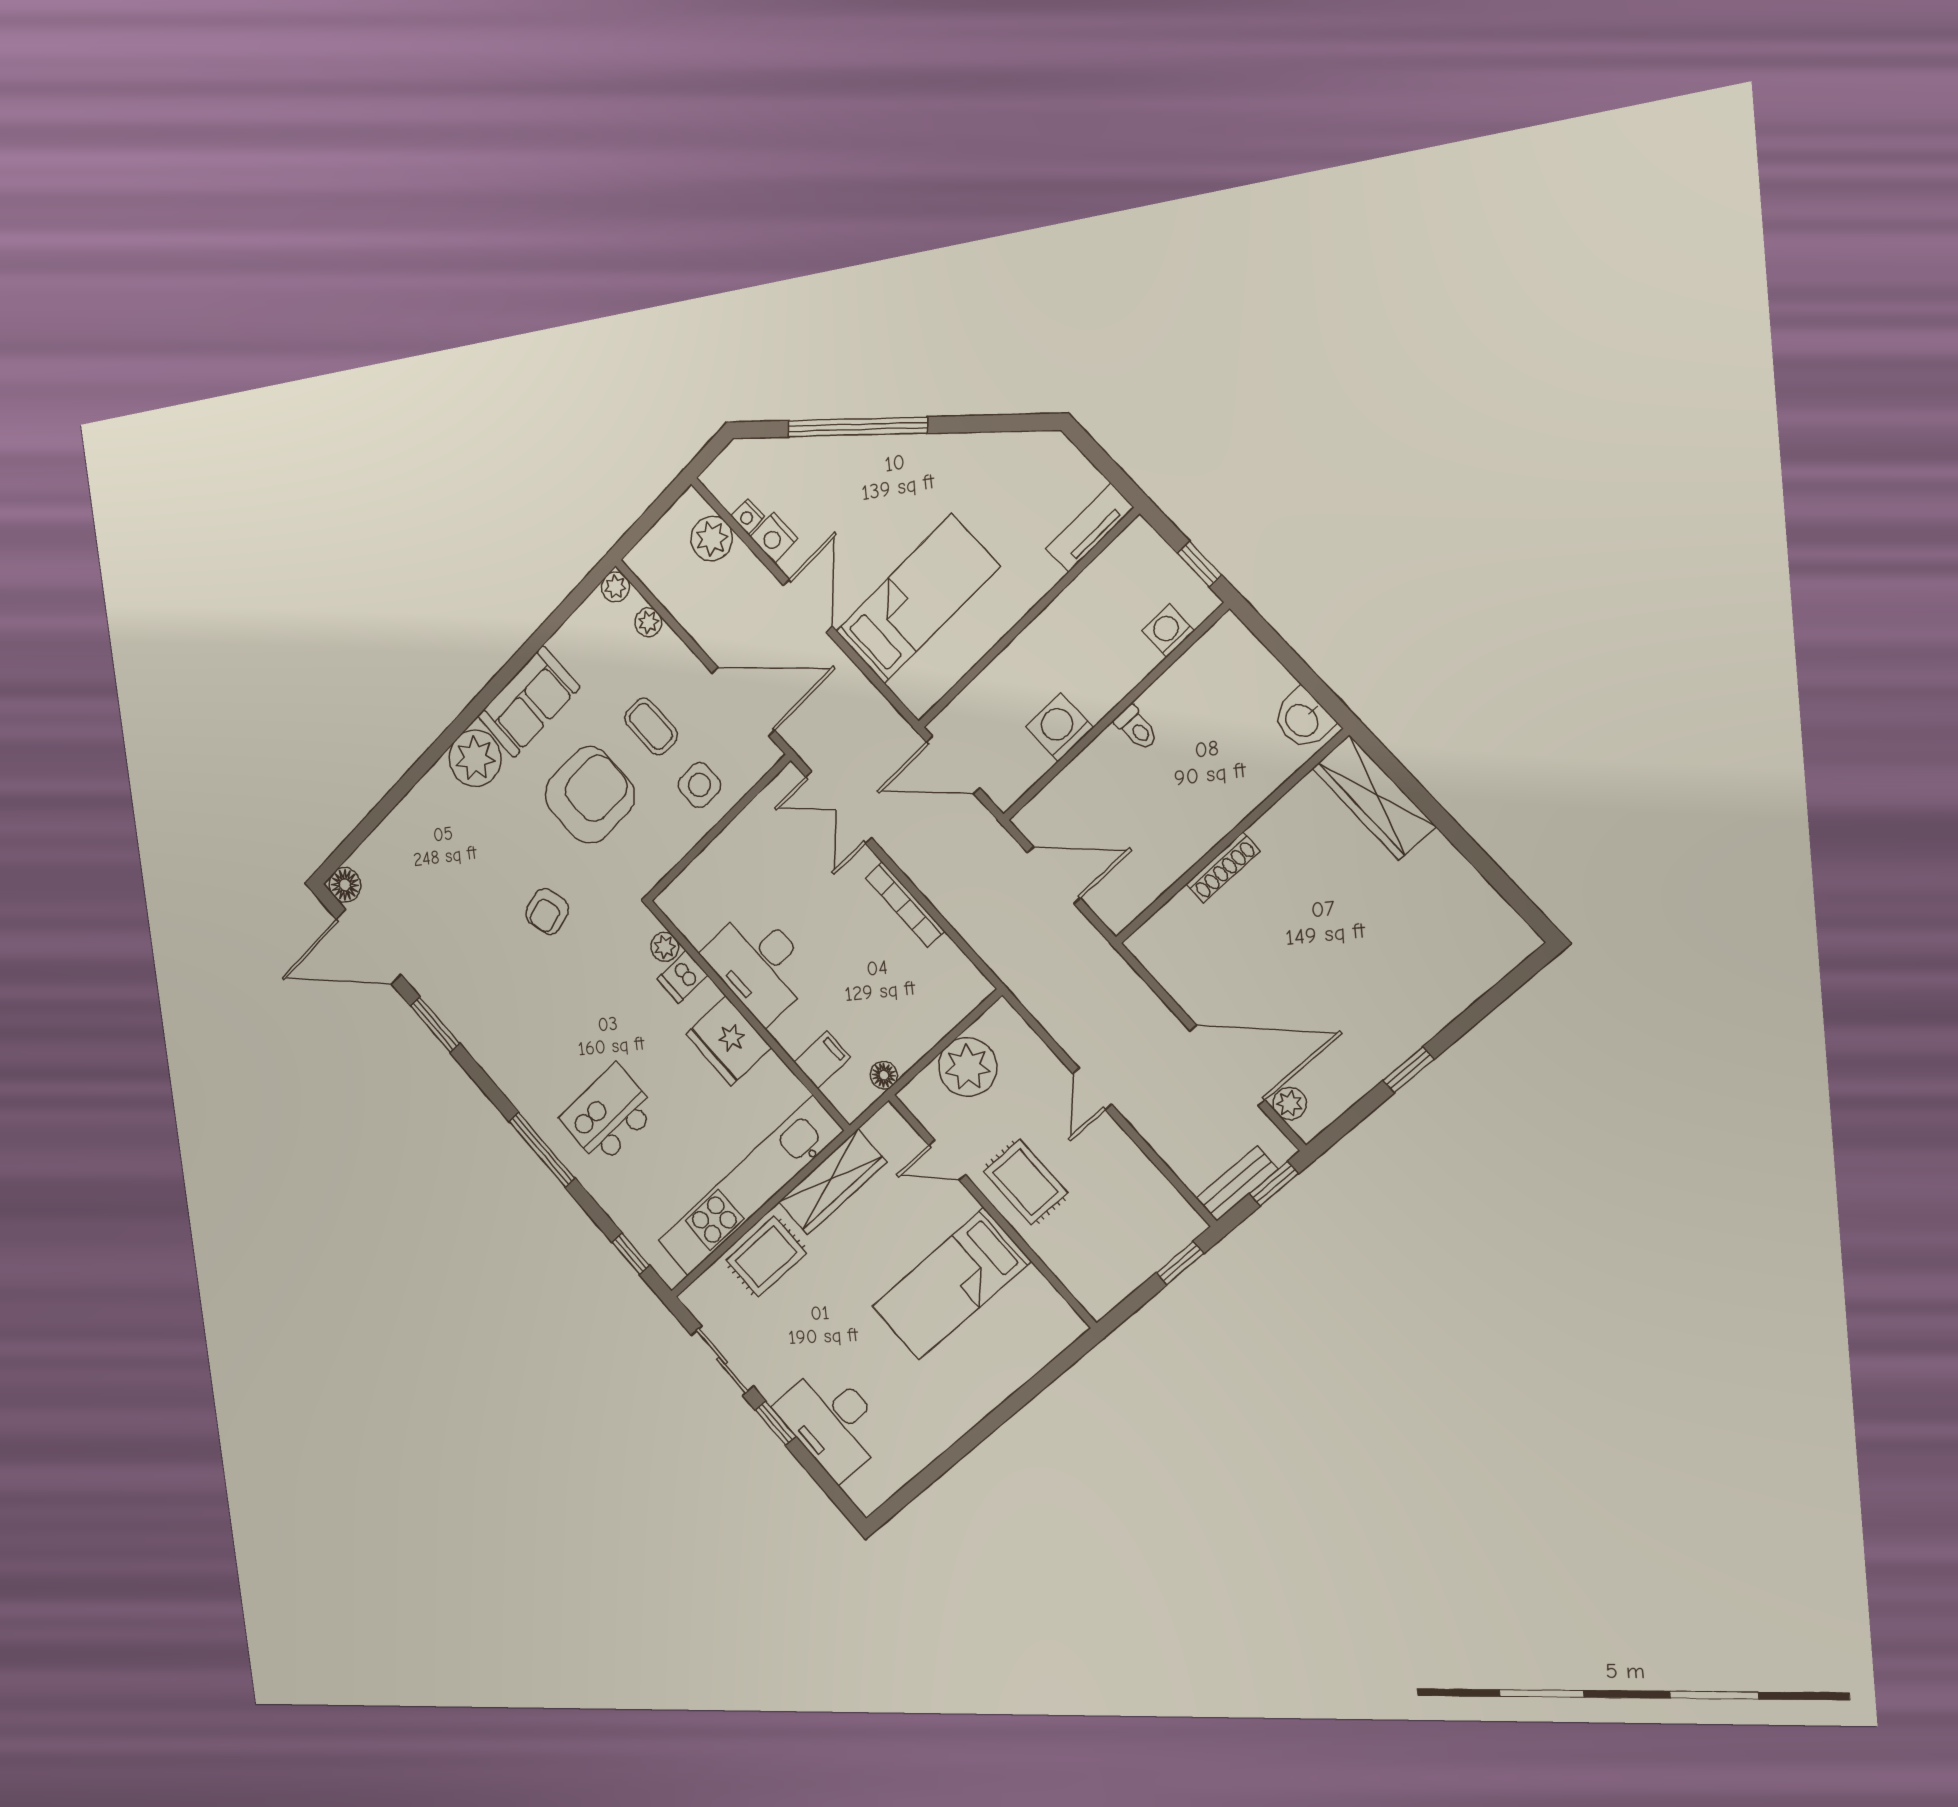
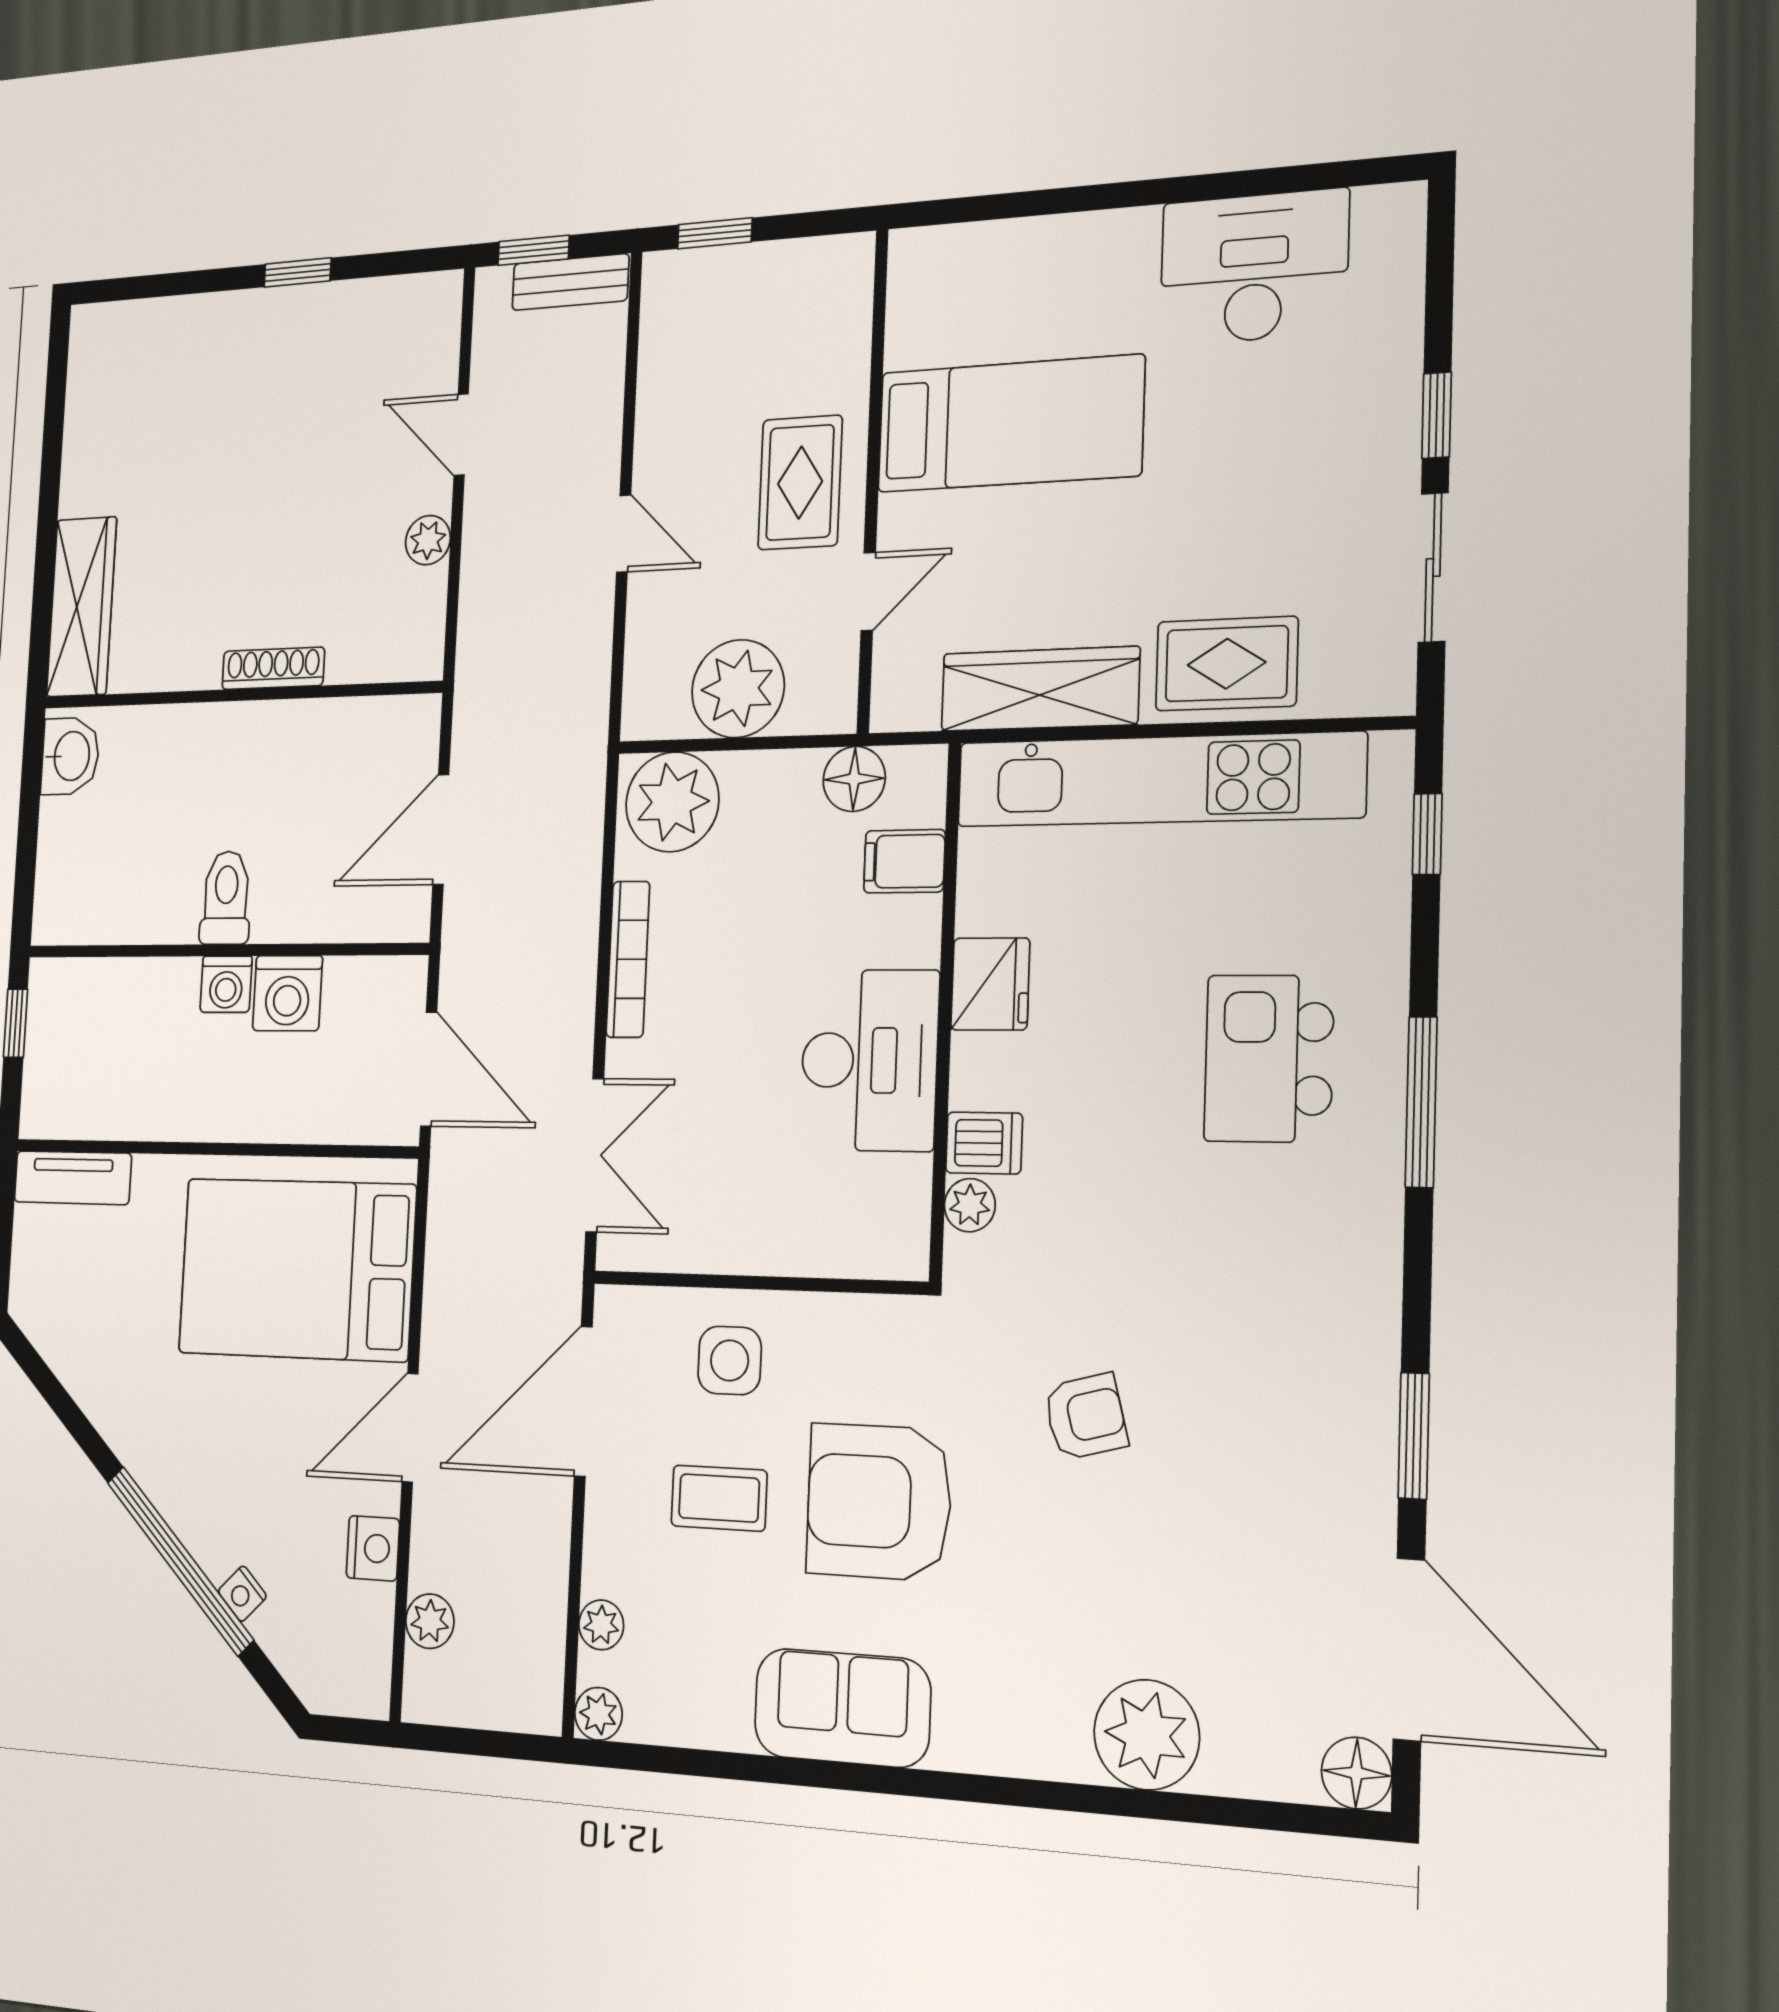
nightstand: (748, 517) -> (242, 1594), moved, turned 135
plant: (712, 538) -> (430, 1621), width x0.73, depth x0.73
bed: (917, 599) -> (297, 1269), width x1.50
washing machine: (1168, 631) -> (226, 984), moved
door: (743, 702) -> (583, 1401), hinge flipped
coffee table: (651, 726) -> (719, 1498), turned 90
toilet: (1137, 728) -> (226, 898), width x1.37, depth x1.39
plant: (475, 758) -> (1147, 1735), moved
door: (1054, 875) -> (441, 830), hinge flipped
plant: (951, 991) -> (672, 802), added
fridge: (728, 1041) -> (990, 984), width x0.73, depth x0.75
door: (1227, 1065) -> (461, 435), width x0.53
floor lamp: (884, 1075) -> (854, 779), width x1.37, depth x1.37
door: (1092, 1089) -> (624, 534), hinge flipped
plant: (1290, 1104) -> (428, 540), moved
kitchen island: (608, 1115) -> (1269, 1059), turned 90
door: (947, 1160) -> (868, 592), hinge flipped
desk: (832, 1422) -> (1254, 267), moved, turned -90

